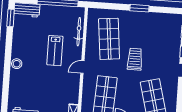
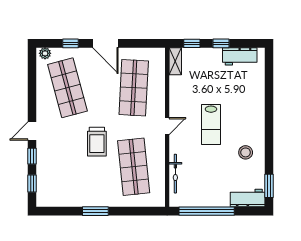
lab bench: (55, 51) -> (211, 124), moved, turned 180
stool: (17, 64) -> (246, 152), moved

